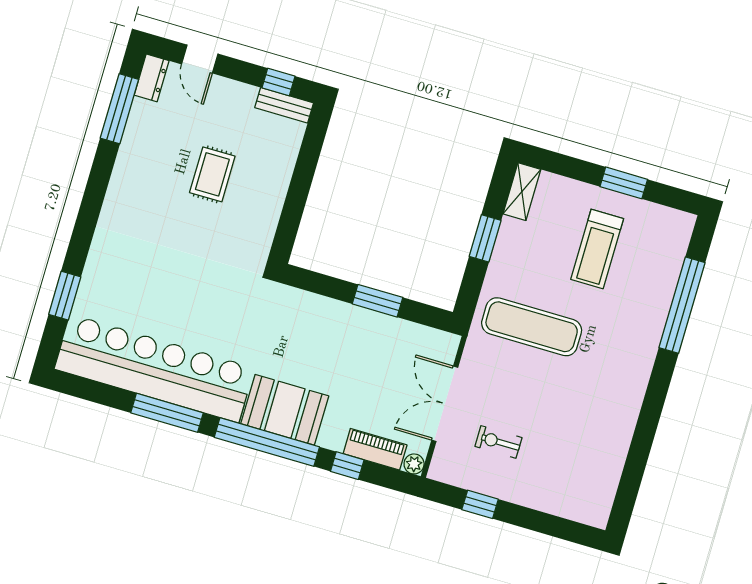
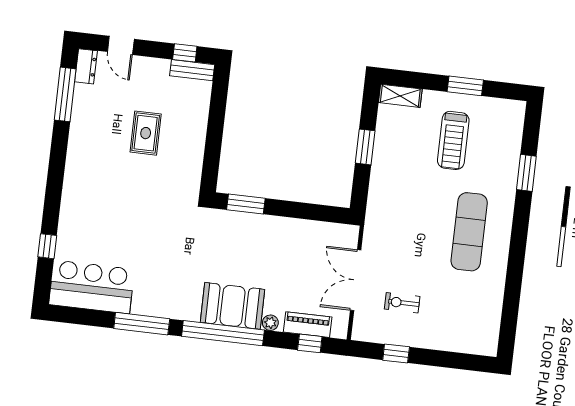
shelving: (522, 192) -> (400, 96), moved, turned 90
window: (65, 296) -> (47, 246), width x0.67
window: (378, 301) -> (246, 204), moved
window: (682, 305) -> (526, 173), width x0.47
exercise mat: (532, 327) -> (469, 232), moved, turned 90
bar counter: (154, 369) -> (92, 287), width x0.54
plant: (414, 464) -> (270, 323), moved
window: (347, 466) -> (310, 343), moved

